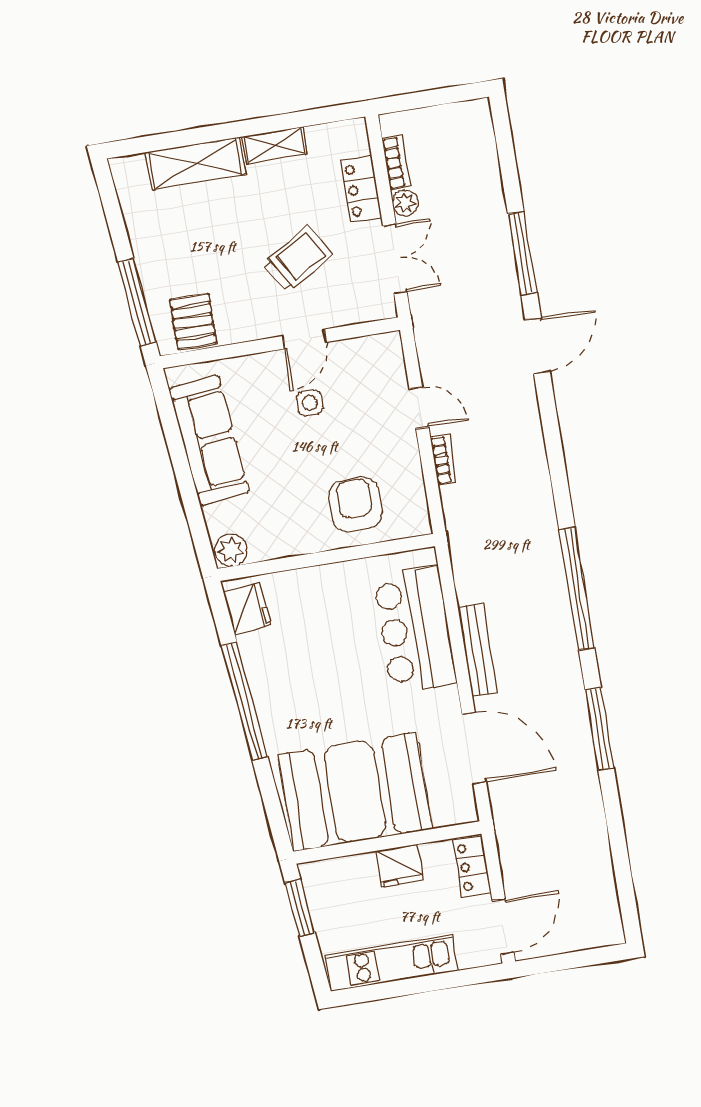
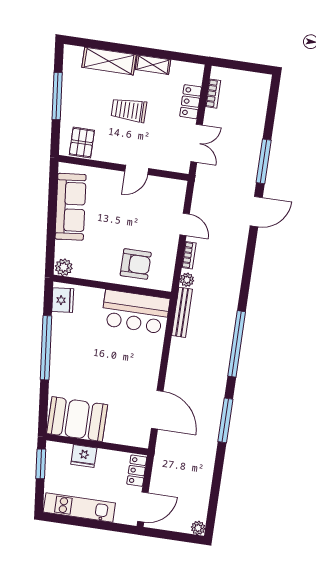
plant: (405, 203) -> (187, 280), moved
trolley: (298, 259) -> (129, 110), moved, turned -149
window: (137, 302) -> (57, 96), moved
side table: (310, 403) -> (129, 204), removed
armchair: (355, 505) -> (136, 264), turned 90
bar counter: (415, 630) -> (135, 312), moved, turned -90
bench: (477, 650) -> (182, 312), moved
booth: (355, 792) -> (77, 419), width x0.73, depth x0.70
fridge: (399, 866) -> (84, 456), moved
plant: (611, 933) -> (198, 528), added

